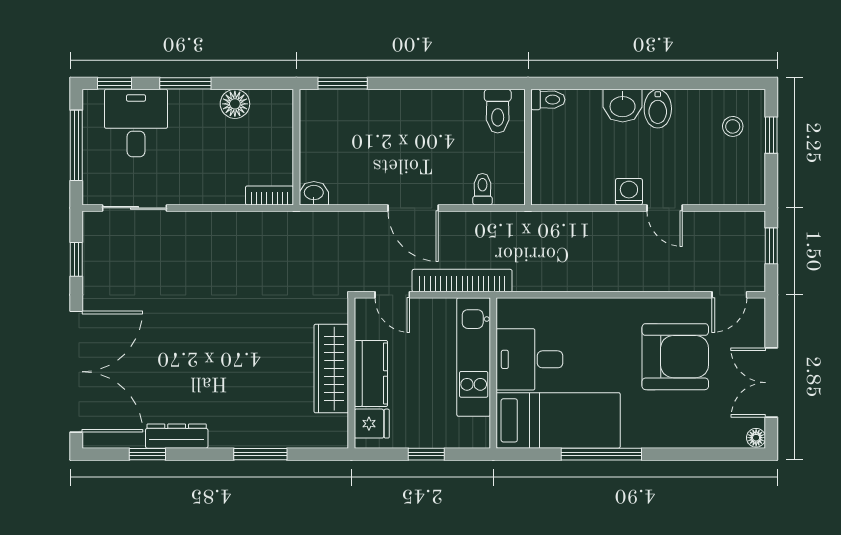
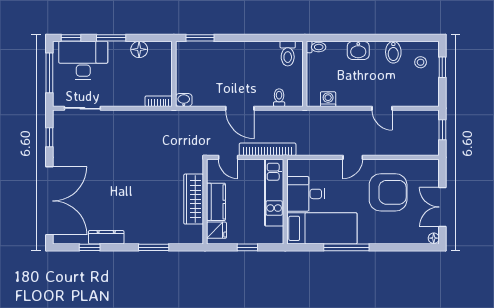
bidet: (658, 109) -> (393, 52), moved
desk: (136, 123) -> (83, 60), width x1.37
washing machine: (629, 192) -> (328, 99), moved
door: (729, 295) -> (353, 157), moved

